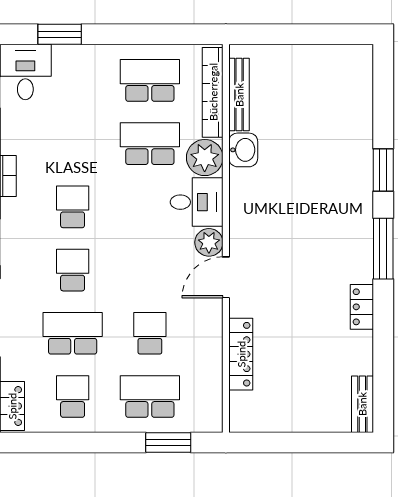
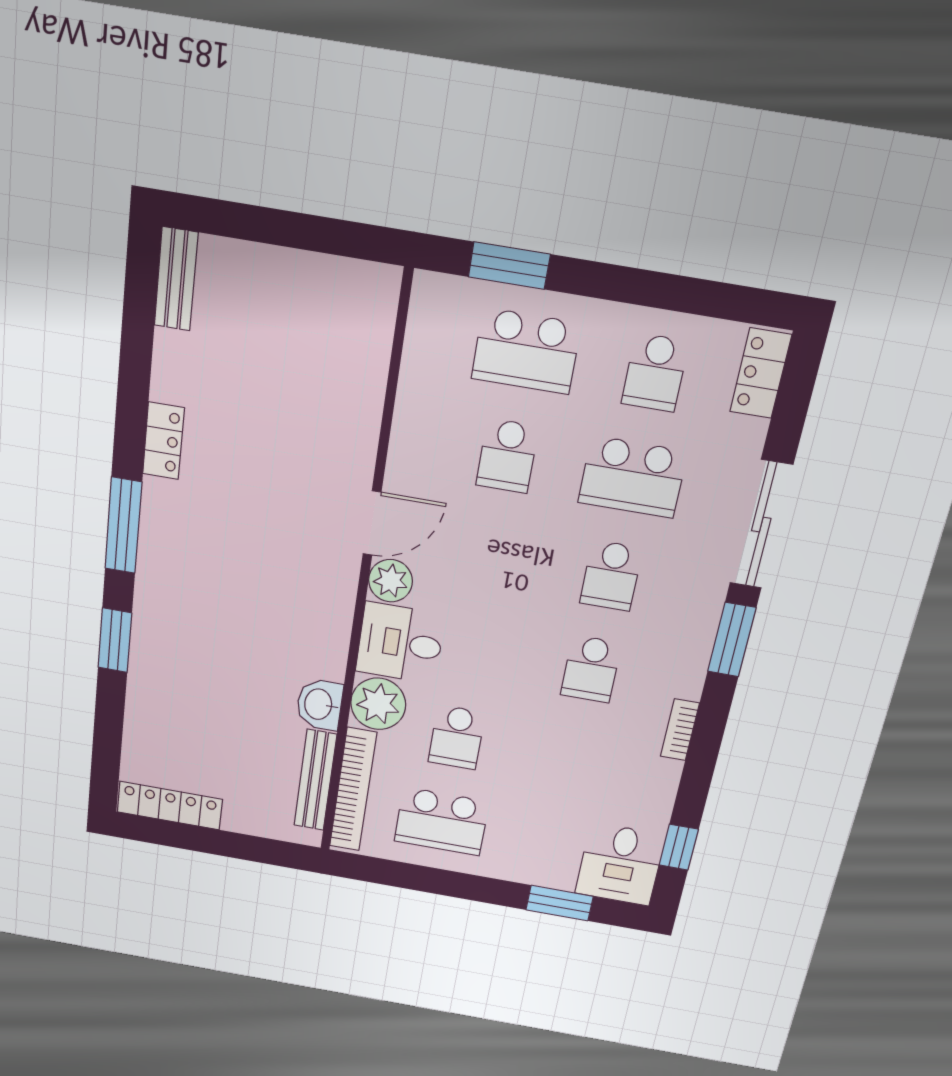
school desk: (150, 144) -> (457, 737), width x0.54
locker: (241, 354) -> (170, 806), moved, turned 90

